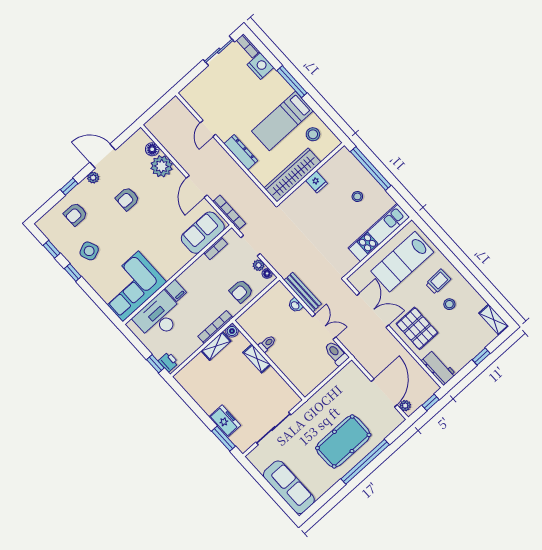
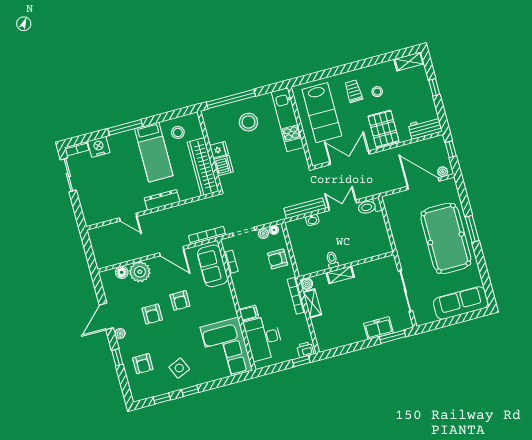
dishwasher: (303, 194) -> (223, 166), added
stool: (357, 196) -> (248, 122), width x1.89, depth x1.89
armchair: (154, 219) -> (180, 301), added
armchair: (241, 291) -> (278, 259), turned 90
pallet: (417, 328) -> (384, 129), turned 90
pool table: (343, 441) -> (446, 238), width x1.36, depth x1.32
window: (365, 462) -> (472, 229), width x0.47

